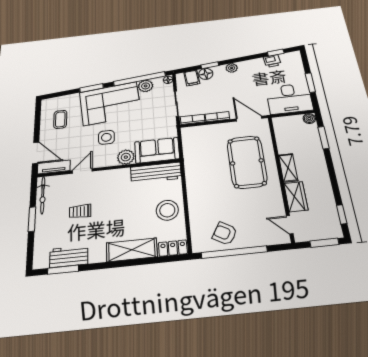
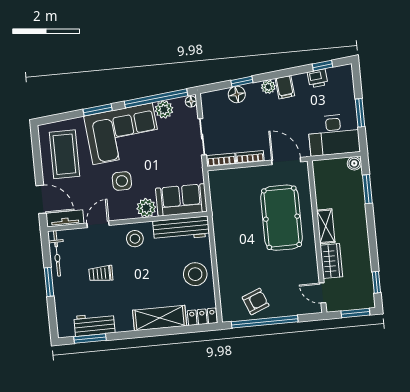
filing cabinet: (192, 78) -> (285, 87), moved
coffee table: (60, 119) -> (64, 154), width x1.86, depth x1.72
stool: (114, 182) -> (135, 239), added
armchair: (225, 233) -> (256, 301), turned 128

